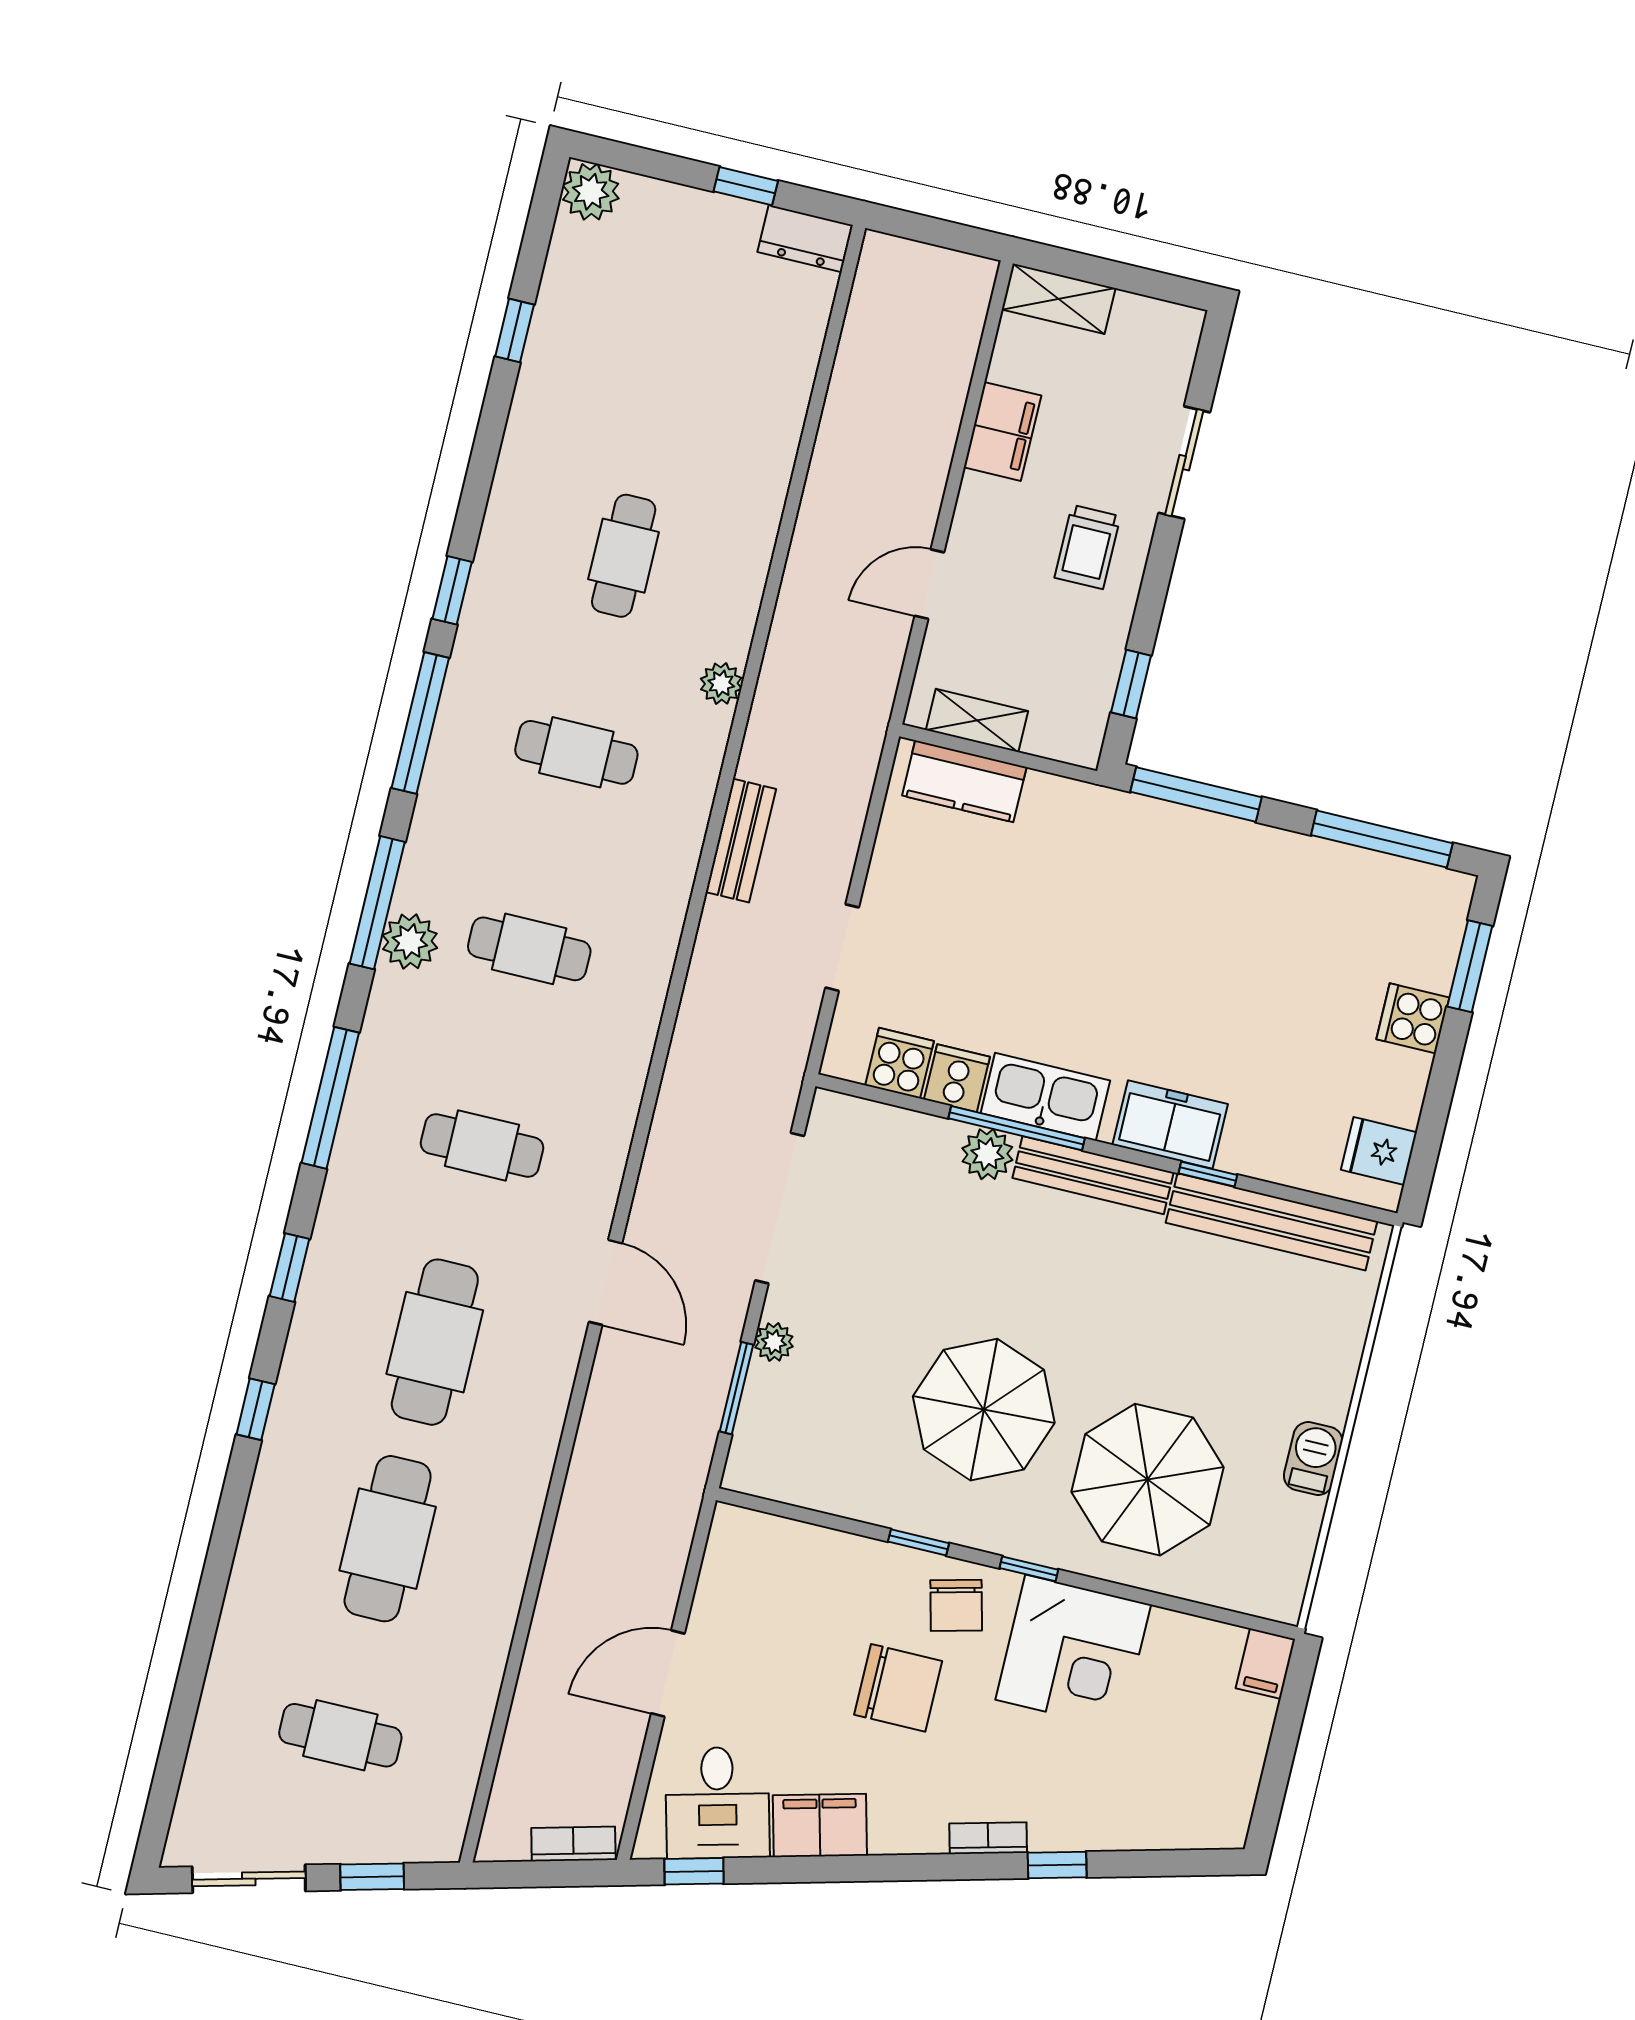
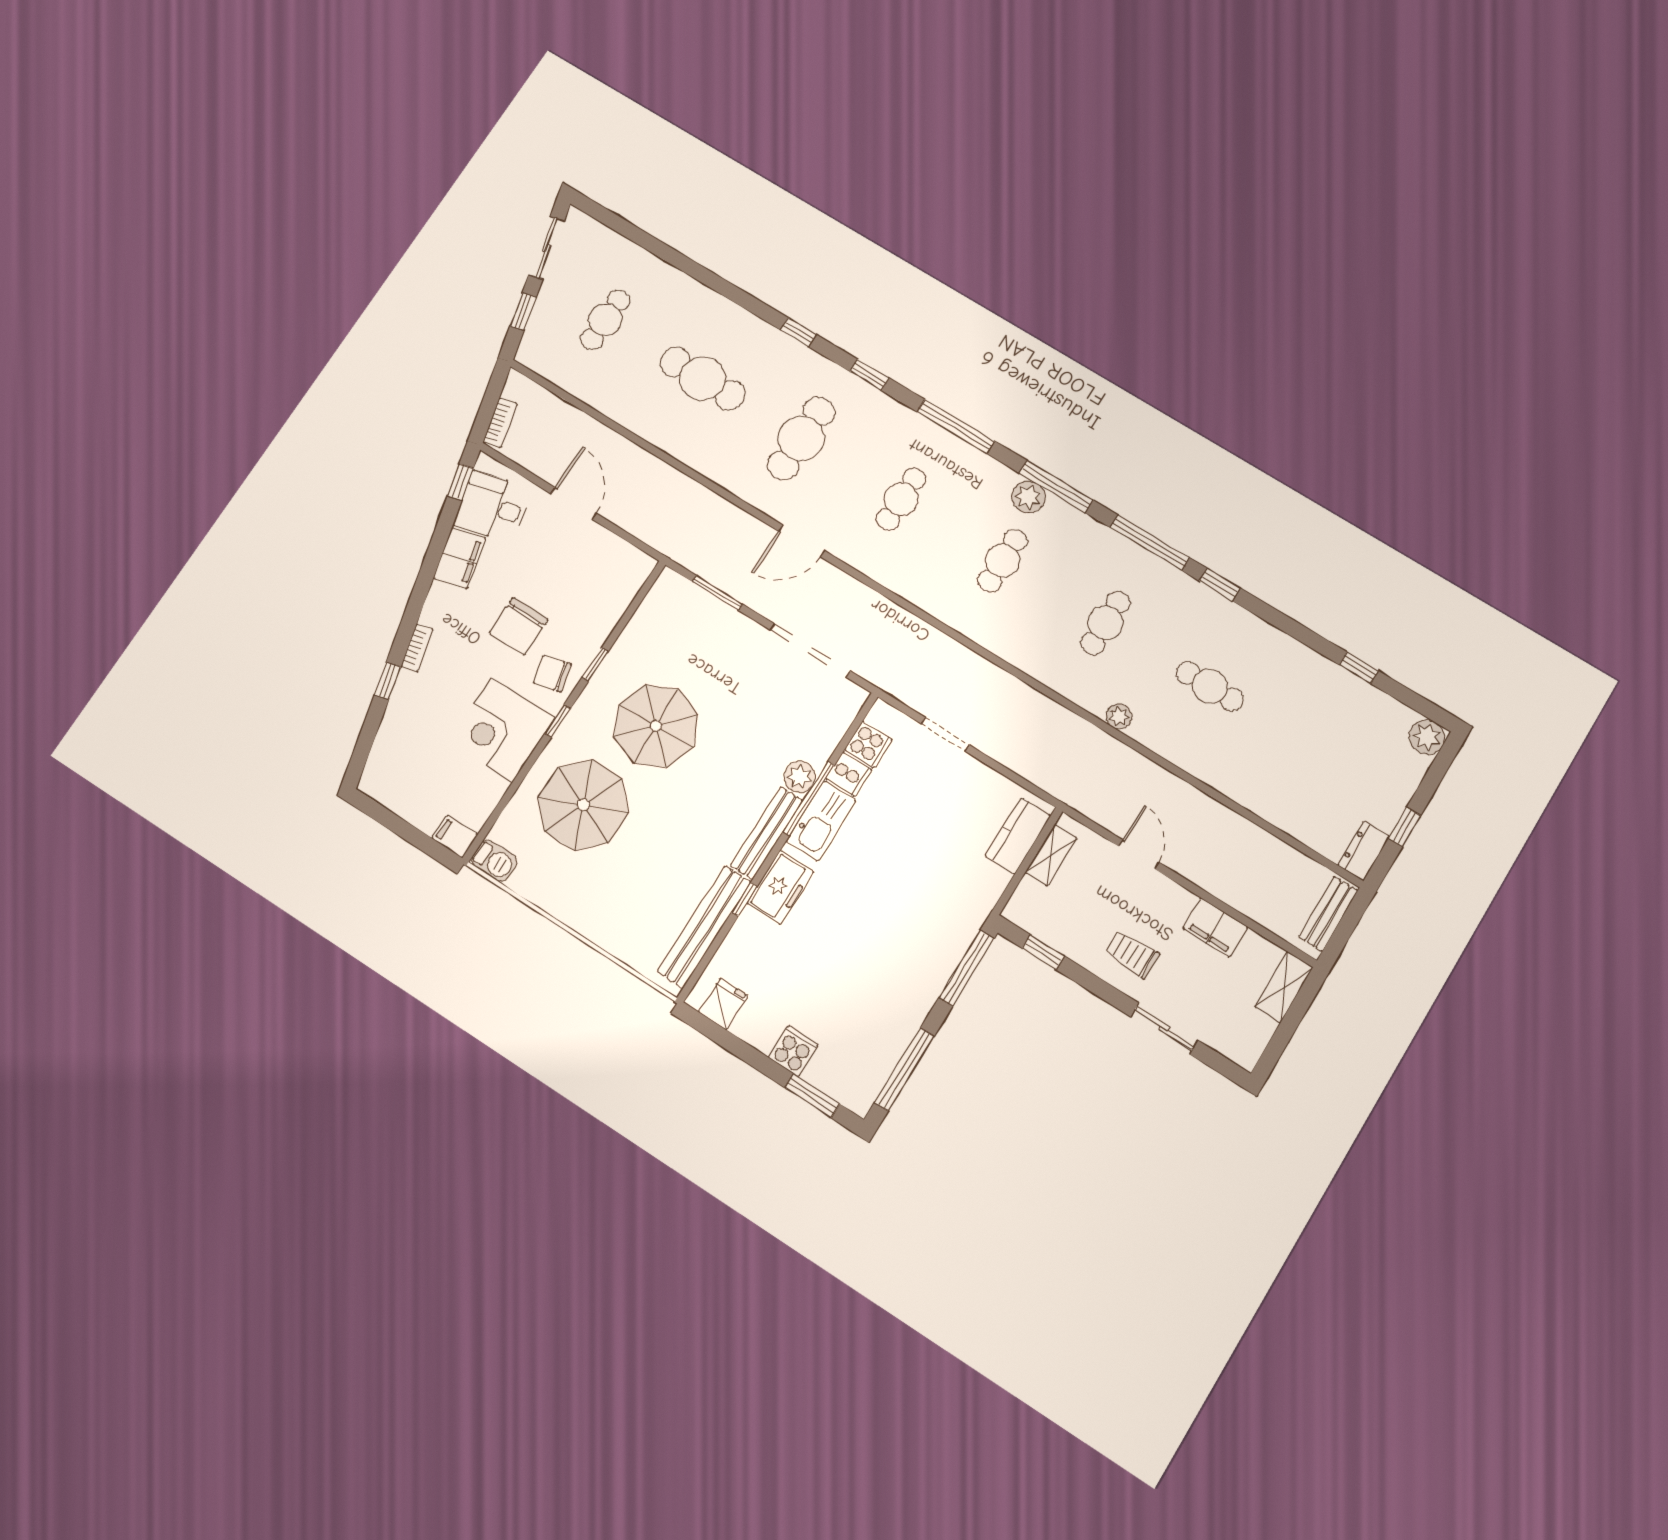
bench: (741, 841) -> (1328, 914), moved, turned 90
cafe table: (435, 1342) -> (801, 438), turned 90
plant: (774, 1342) -> (736, 622), removed
barbecue: (1313, 1459) -> (494, 861), moved

